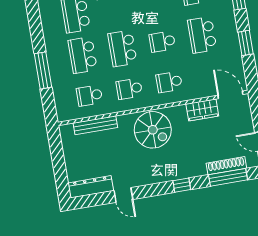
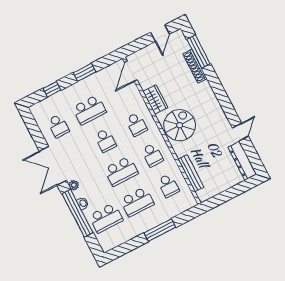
wardrobe: (202, 110) -> (155, 99), moved
shoe rack: (226, 166) -> (195, 66), moved
window: (182, 185) -> (217, 87), removed

